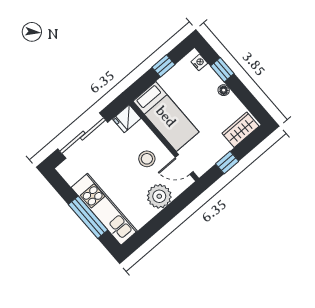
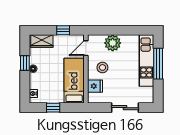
window: (222, 70) -> (25, 63), moved
fridge: (127, 119) -> (95, 86), moved
sliding door: (83, 136) -> (125, 108), width x0.73
door: (184, 165) -> (86, 48), swing flipped

